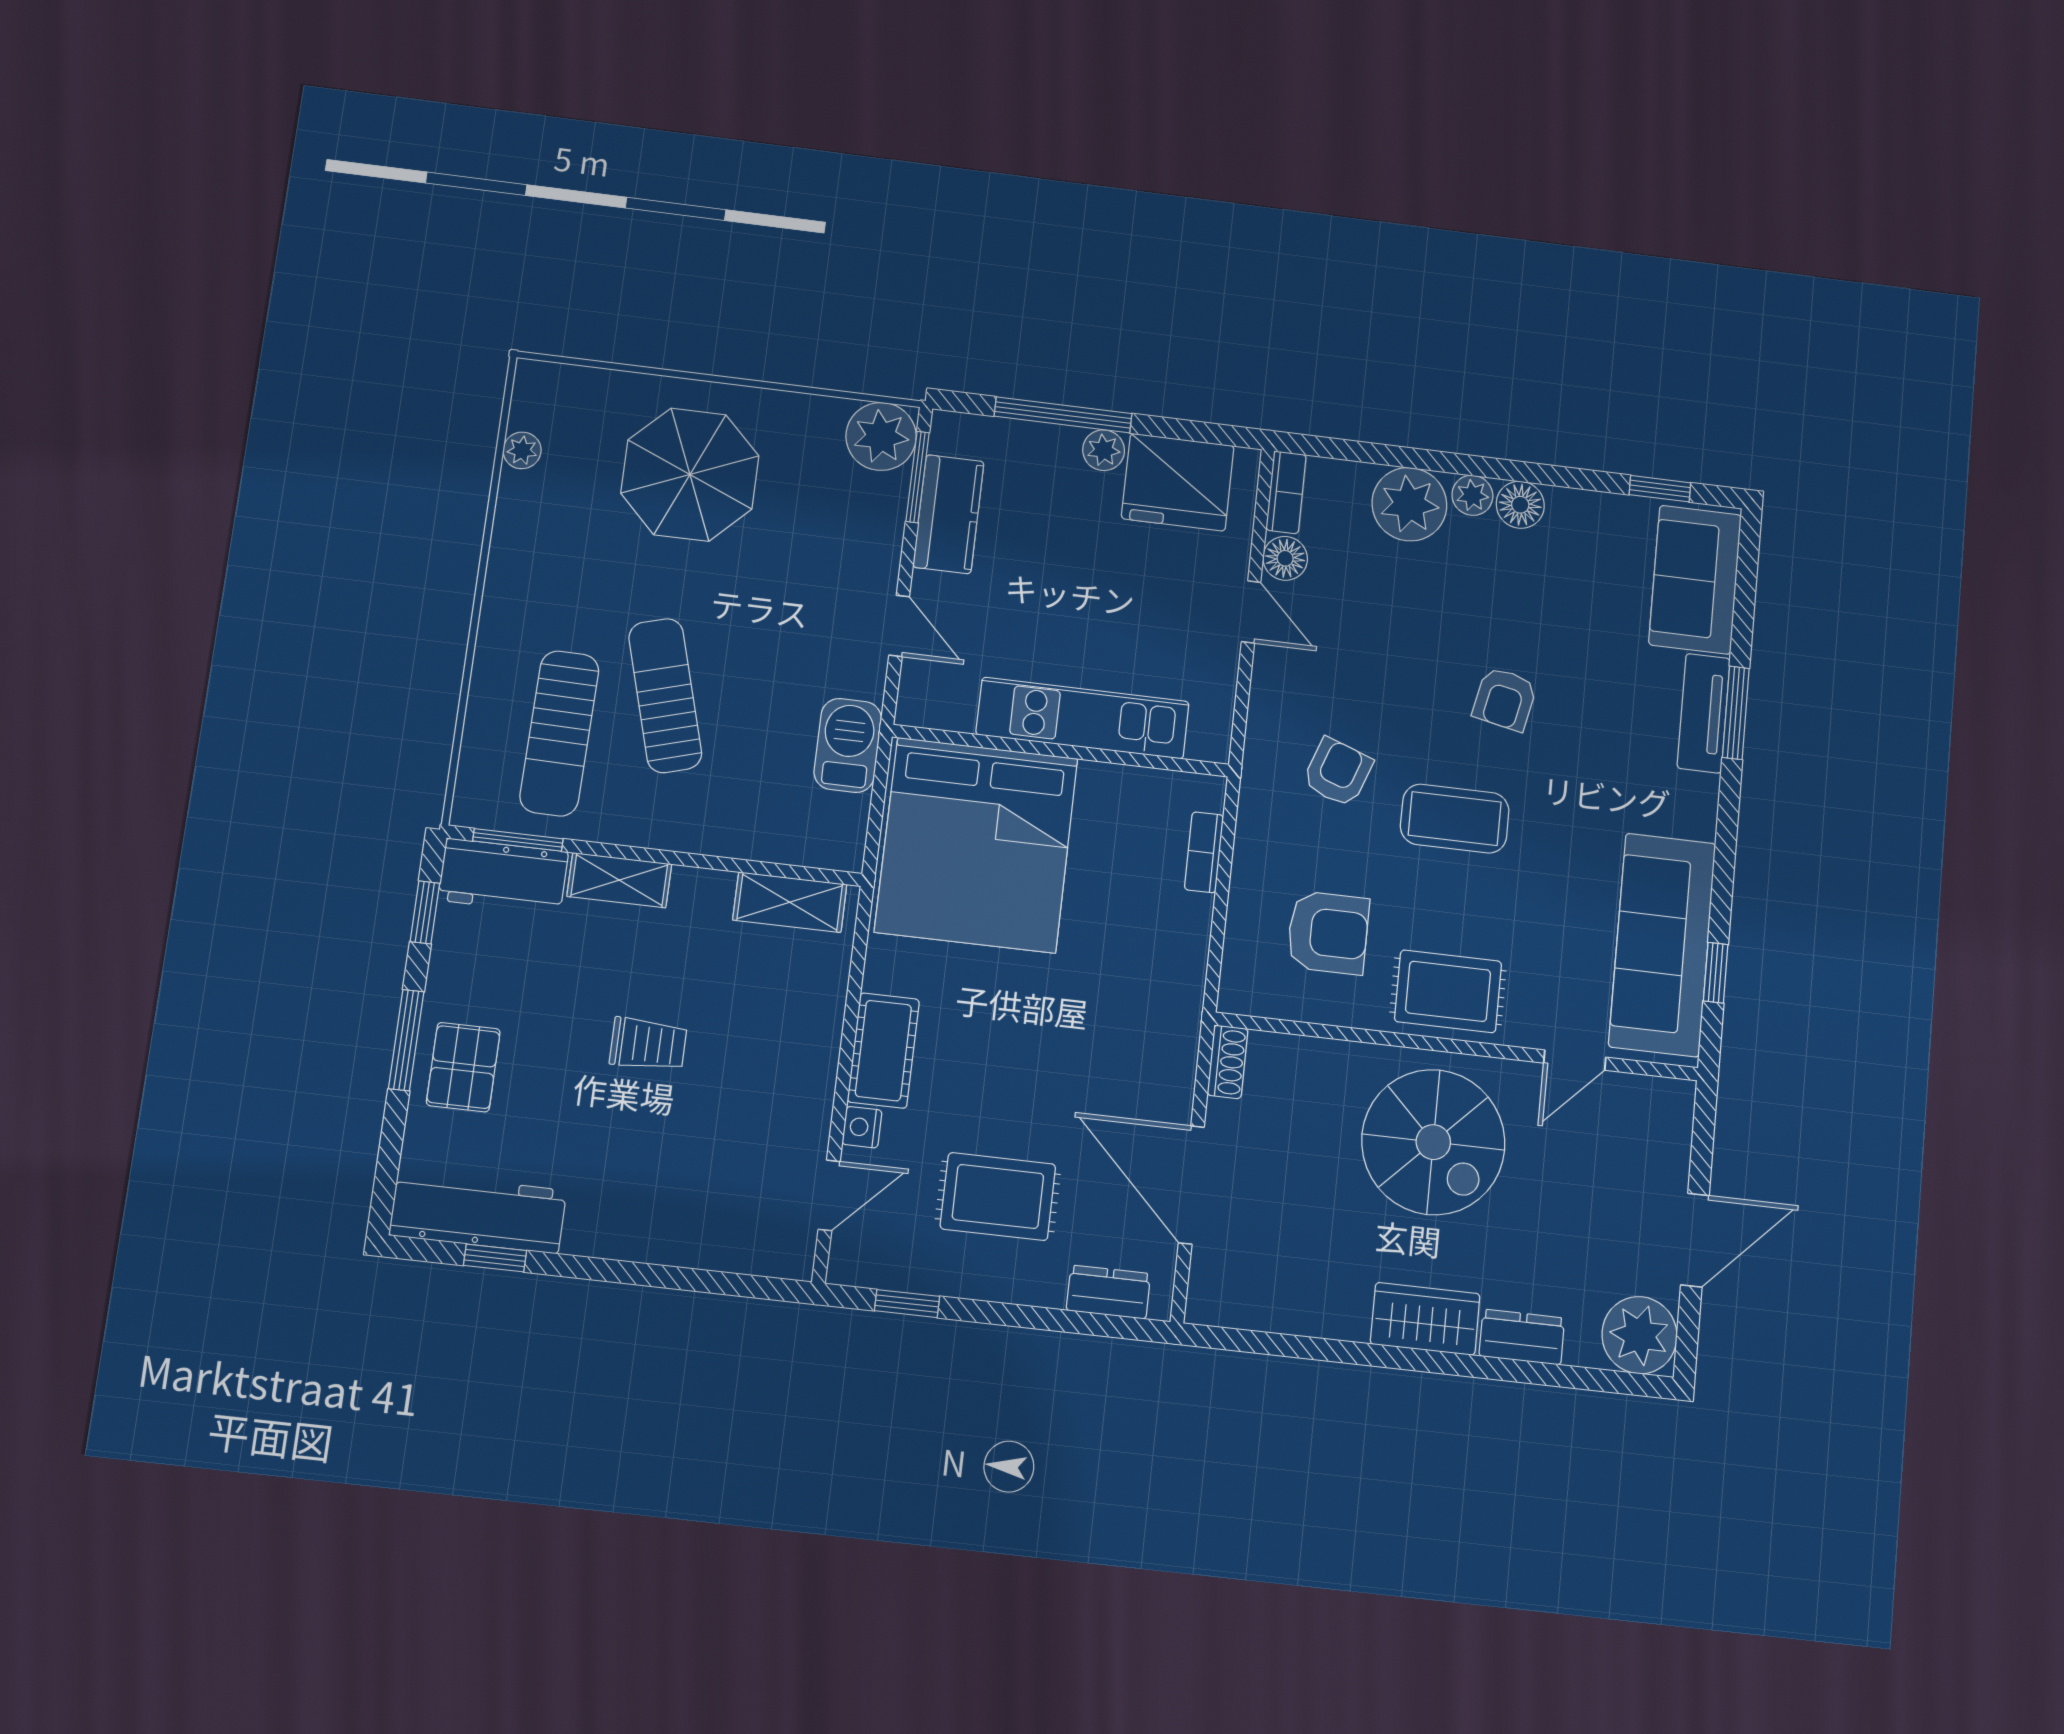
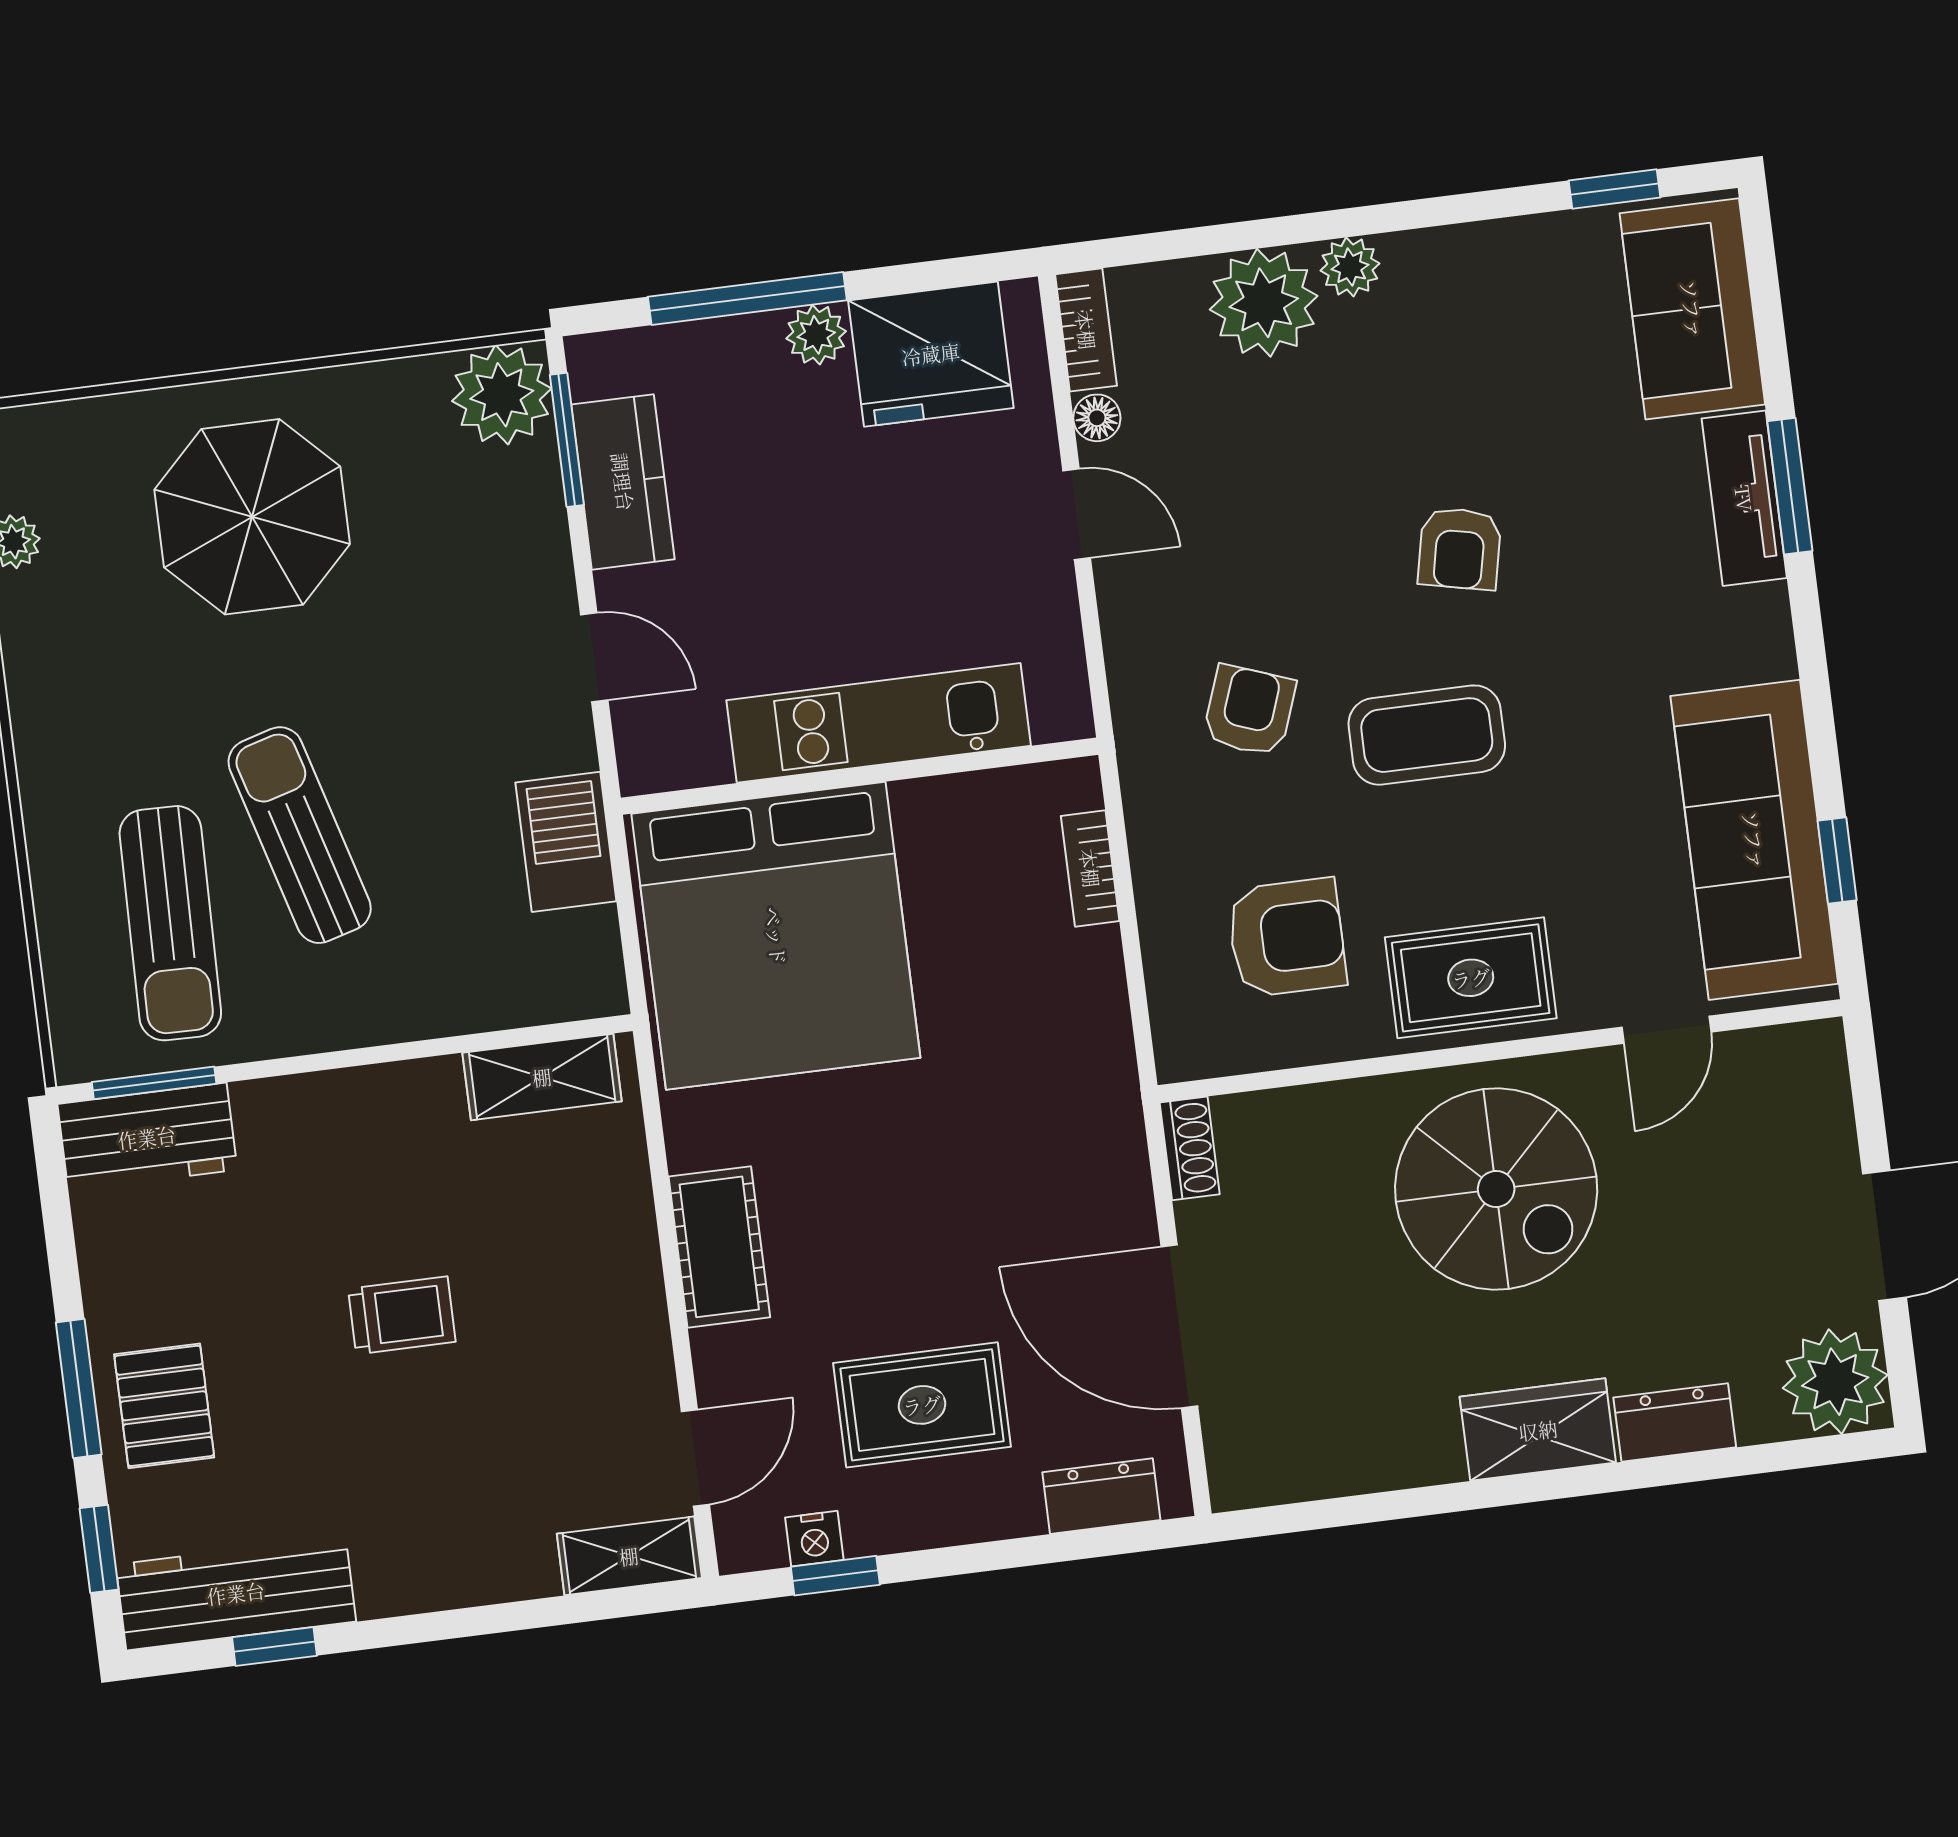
floor lamp: (1520, 505) -> (1421, 263), removed
floor lamp: (1285, 558) -> (1097, 418), width x0.73, depth x0.73
shelving: (619, 880) -> (629, 1556), moved
window: (425, 912) -> (99, 1549), moved
nightstand: (862, 1127) -> (814, 1539), moved, turned -90

